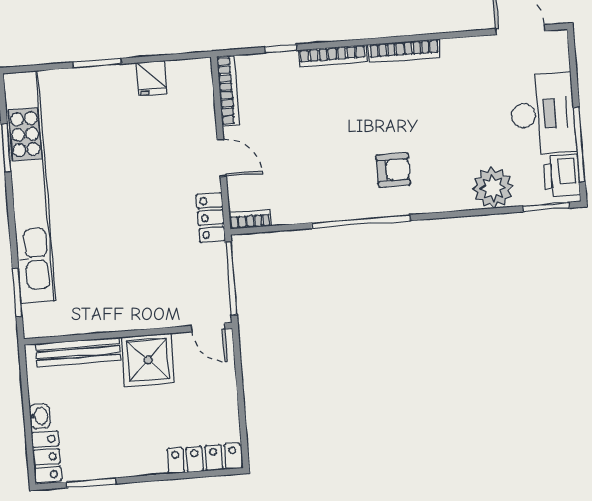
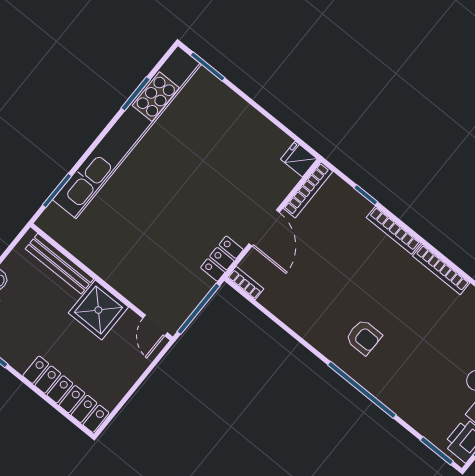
window: (97, 63) -> (208, 67), moved
fridge: (151, 78) -> (299, 159), moved, turned 90
door: (222, 158) -> (264, 228), width x1.38
plant: (493, 188) -> (415, 407), removed
window: (361, 222) -> (362, 390), moved
locker: (204, 458) -> (66, 394), width x1.41, depth x1.21

